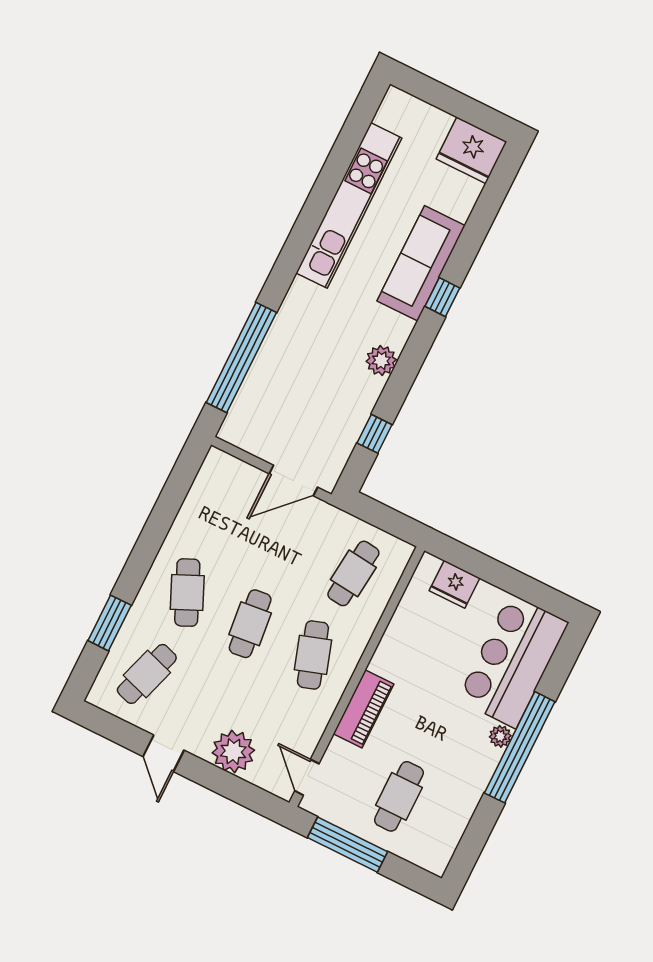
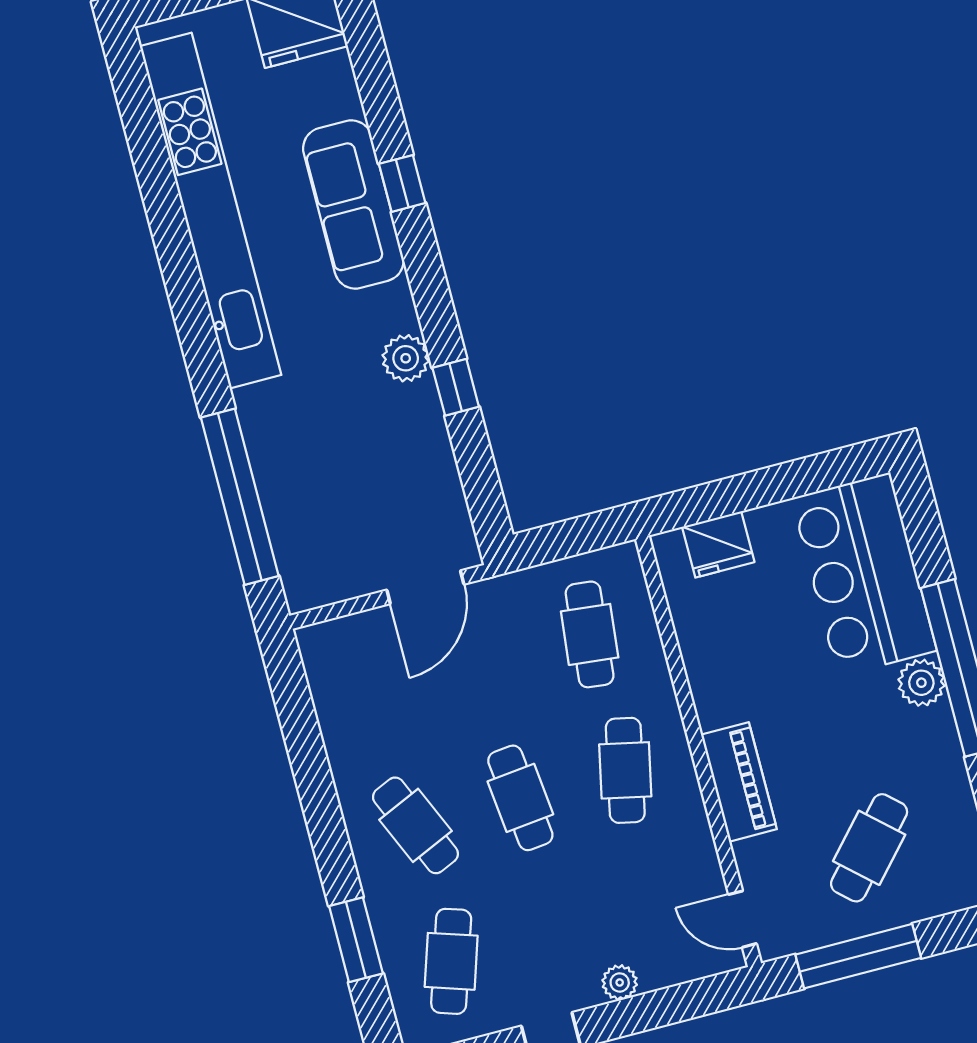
kitchen unit: (349, 205) -> (211, 211), width x1.36
window: (442, 297) -> (402, 183), moved
window: (374, 434) -> (456, 387), moved
cafe table: (313, 655) -> (625, 770), turned 30
plant: (500, 736) -> (921, 683), width x1.38, depth x1.38
plant: (233, 752) -> (620, 982), width x0.53, depth x0.53
cafe table: (399, 796) -> (869, 848), turned 42

